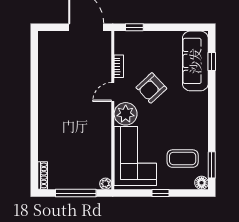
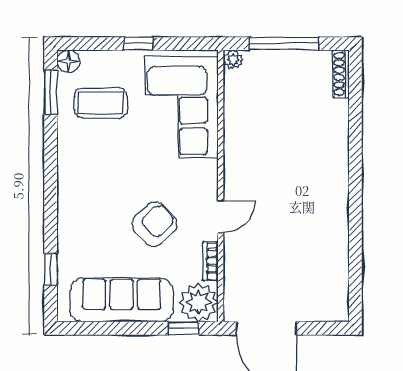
sofa: (195, 61) -> (122, 300), moved, turned -90
plant: (126, 114) -> (199, 302), moved

